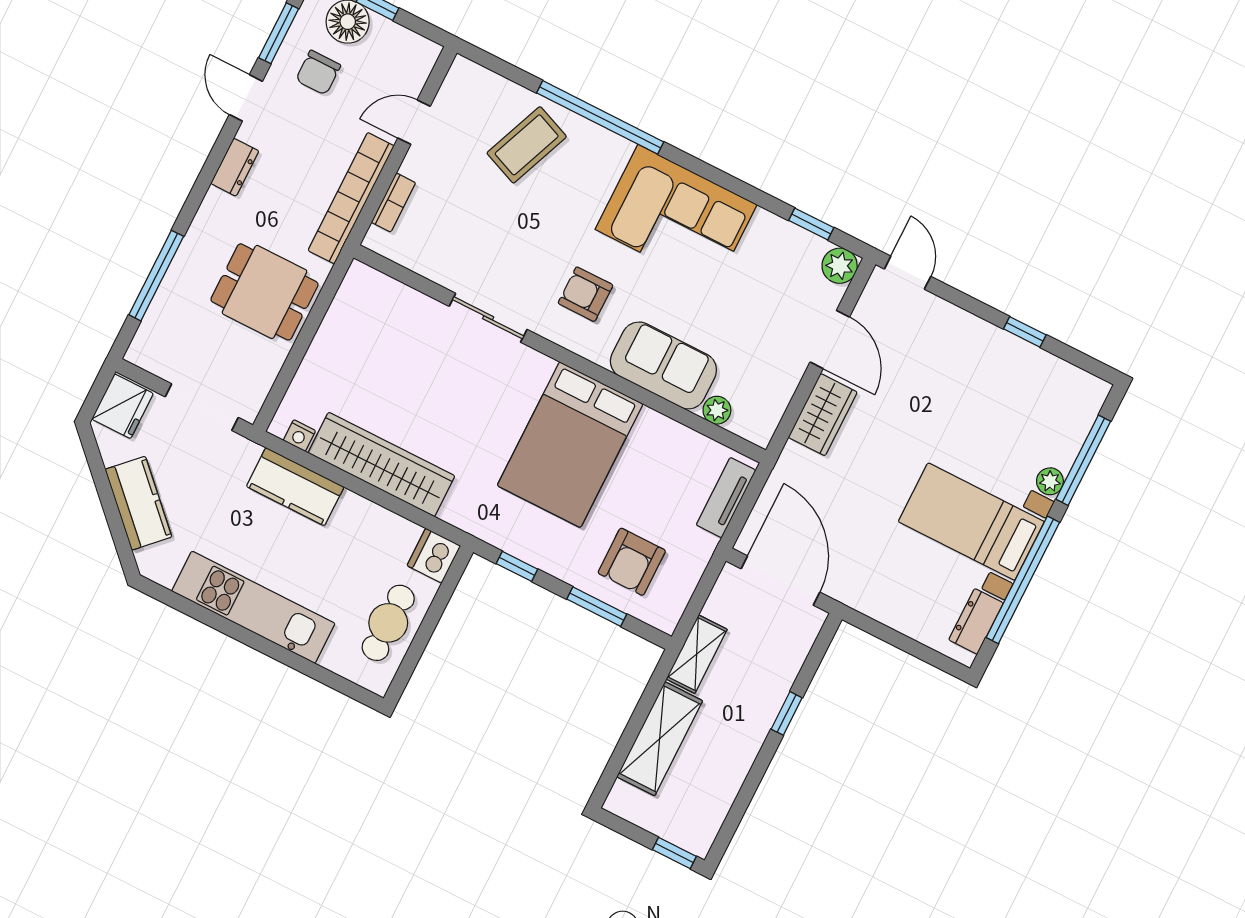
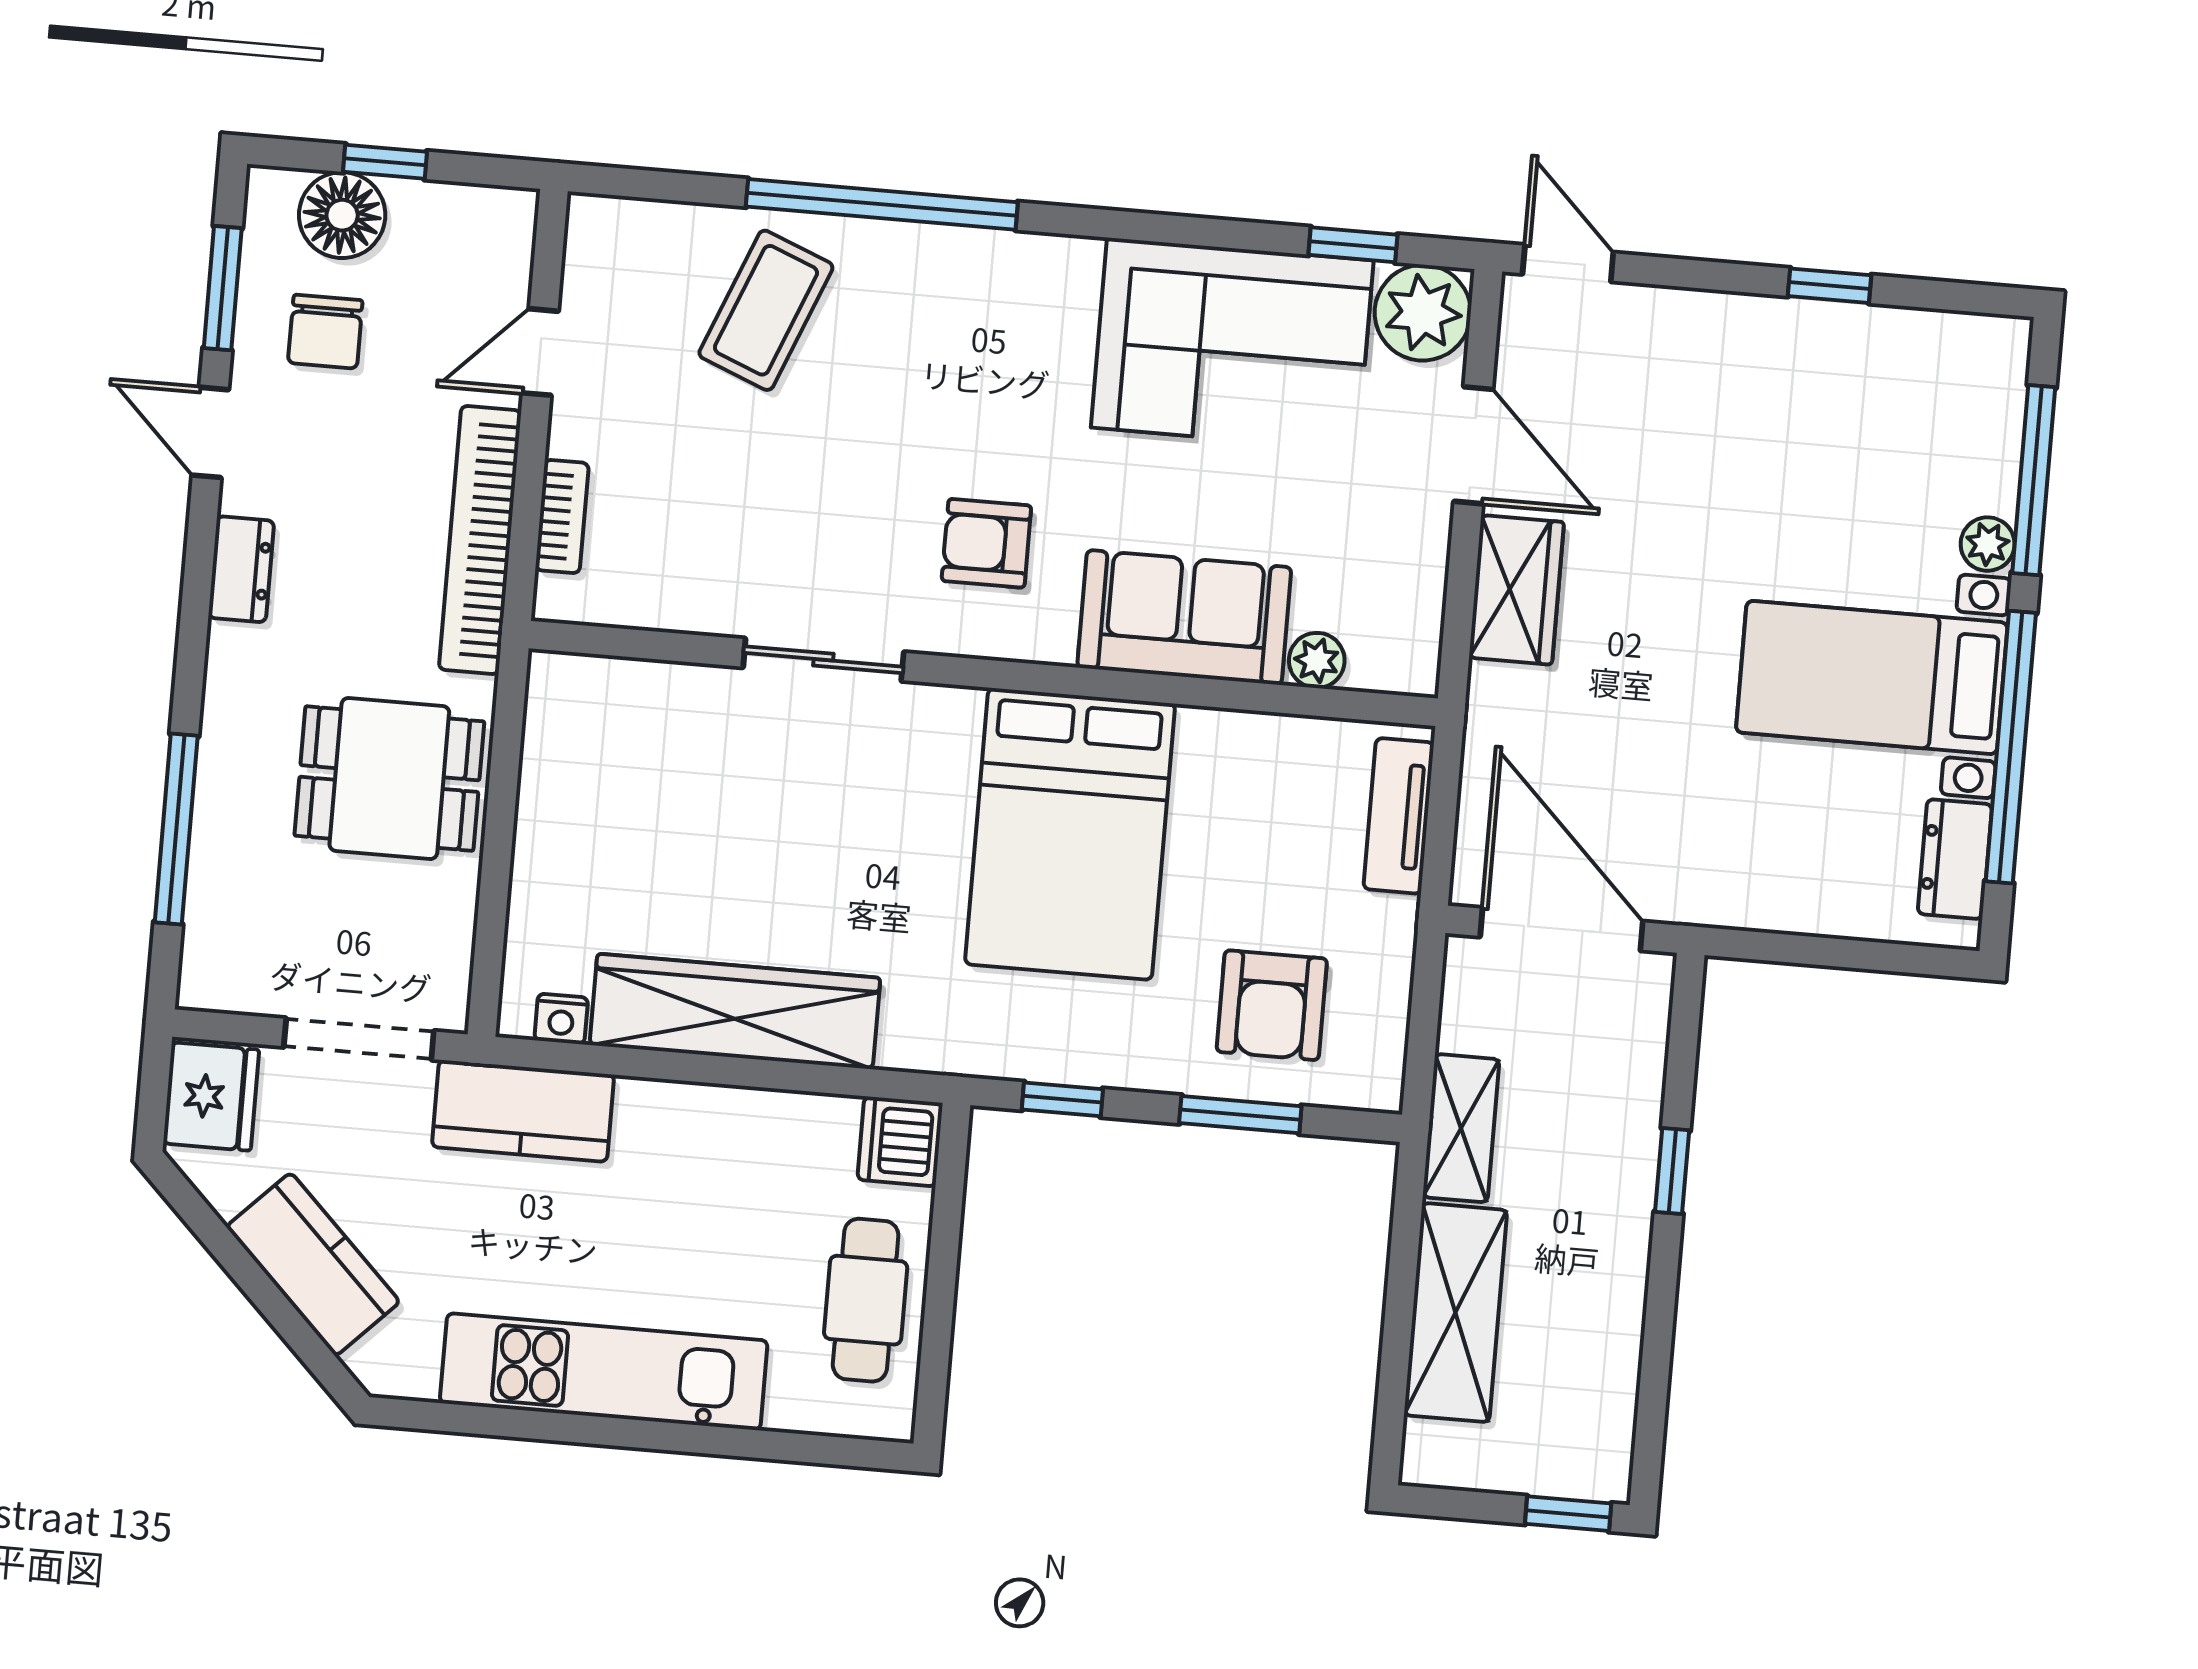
corner sofa: (676, 217) -> (1232, 344), moved
plant: (840, 266) -> (1423, 313), width x1.36, depth x1.36
kitchen counter: (295, 487) -> (523, 1111), moved

